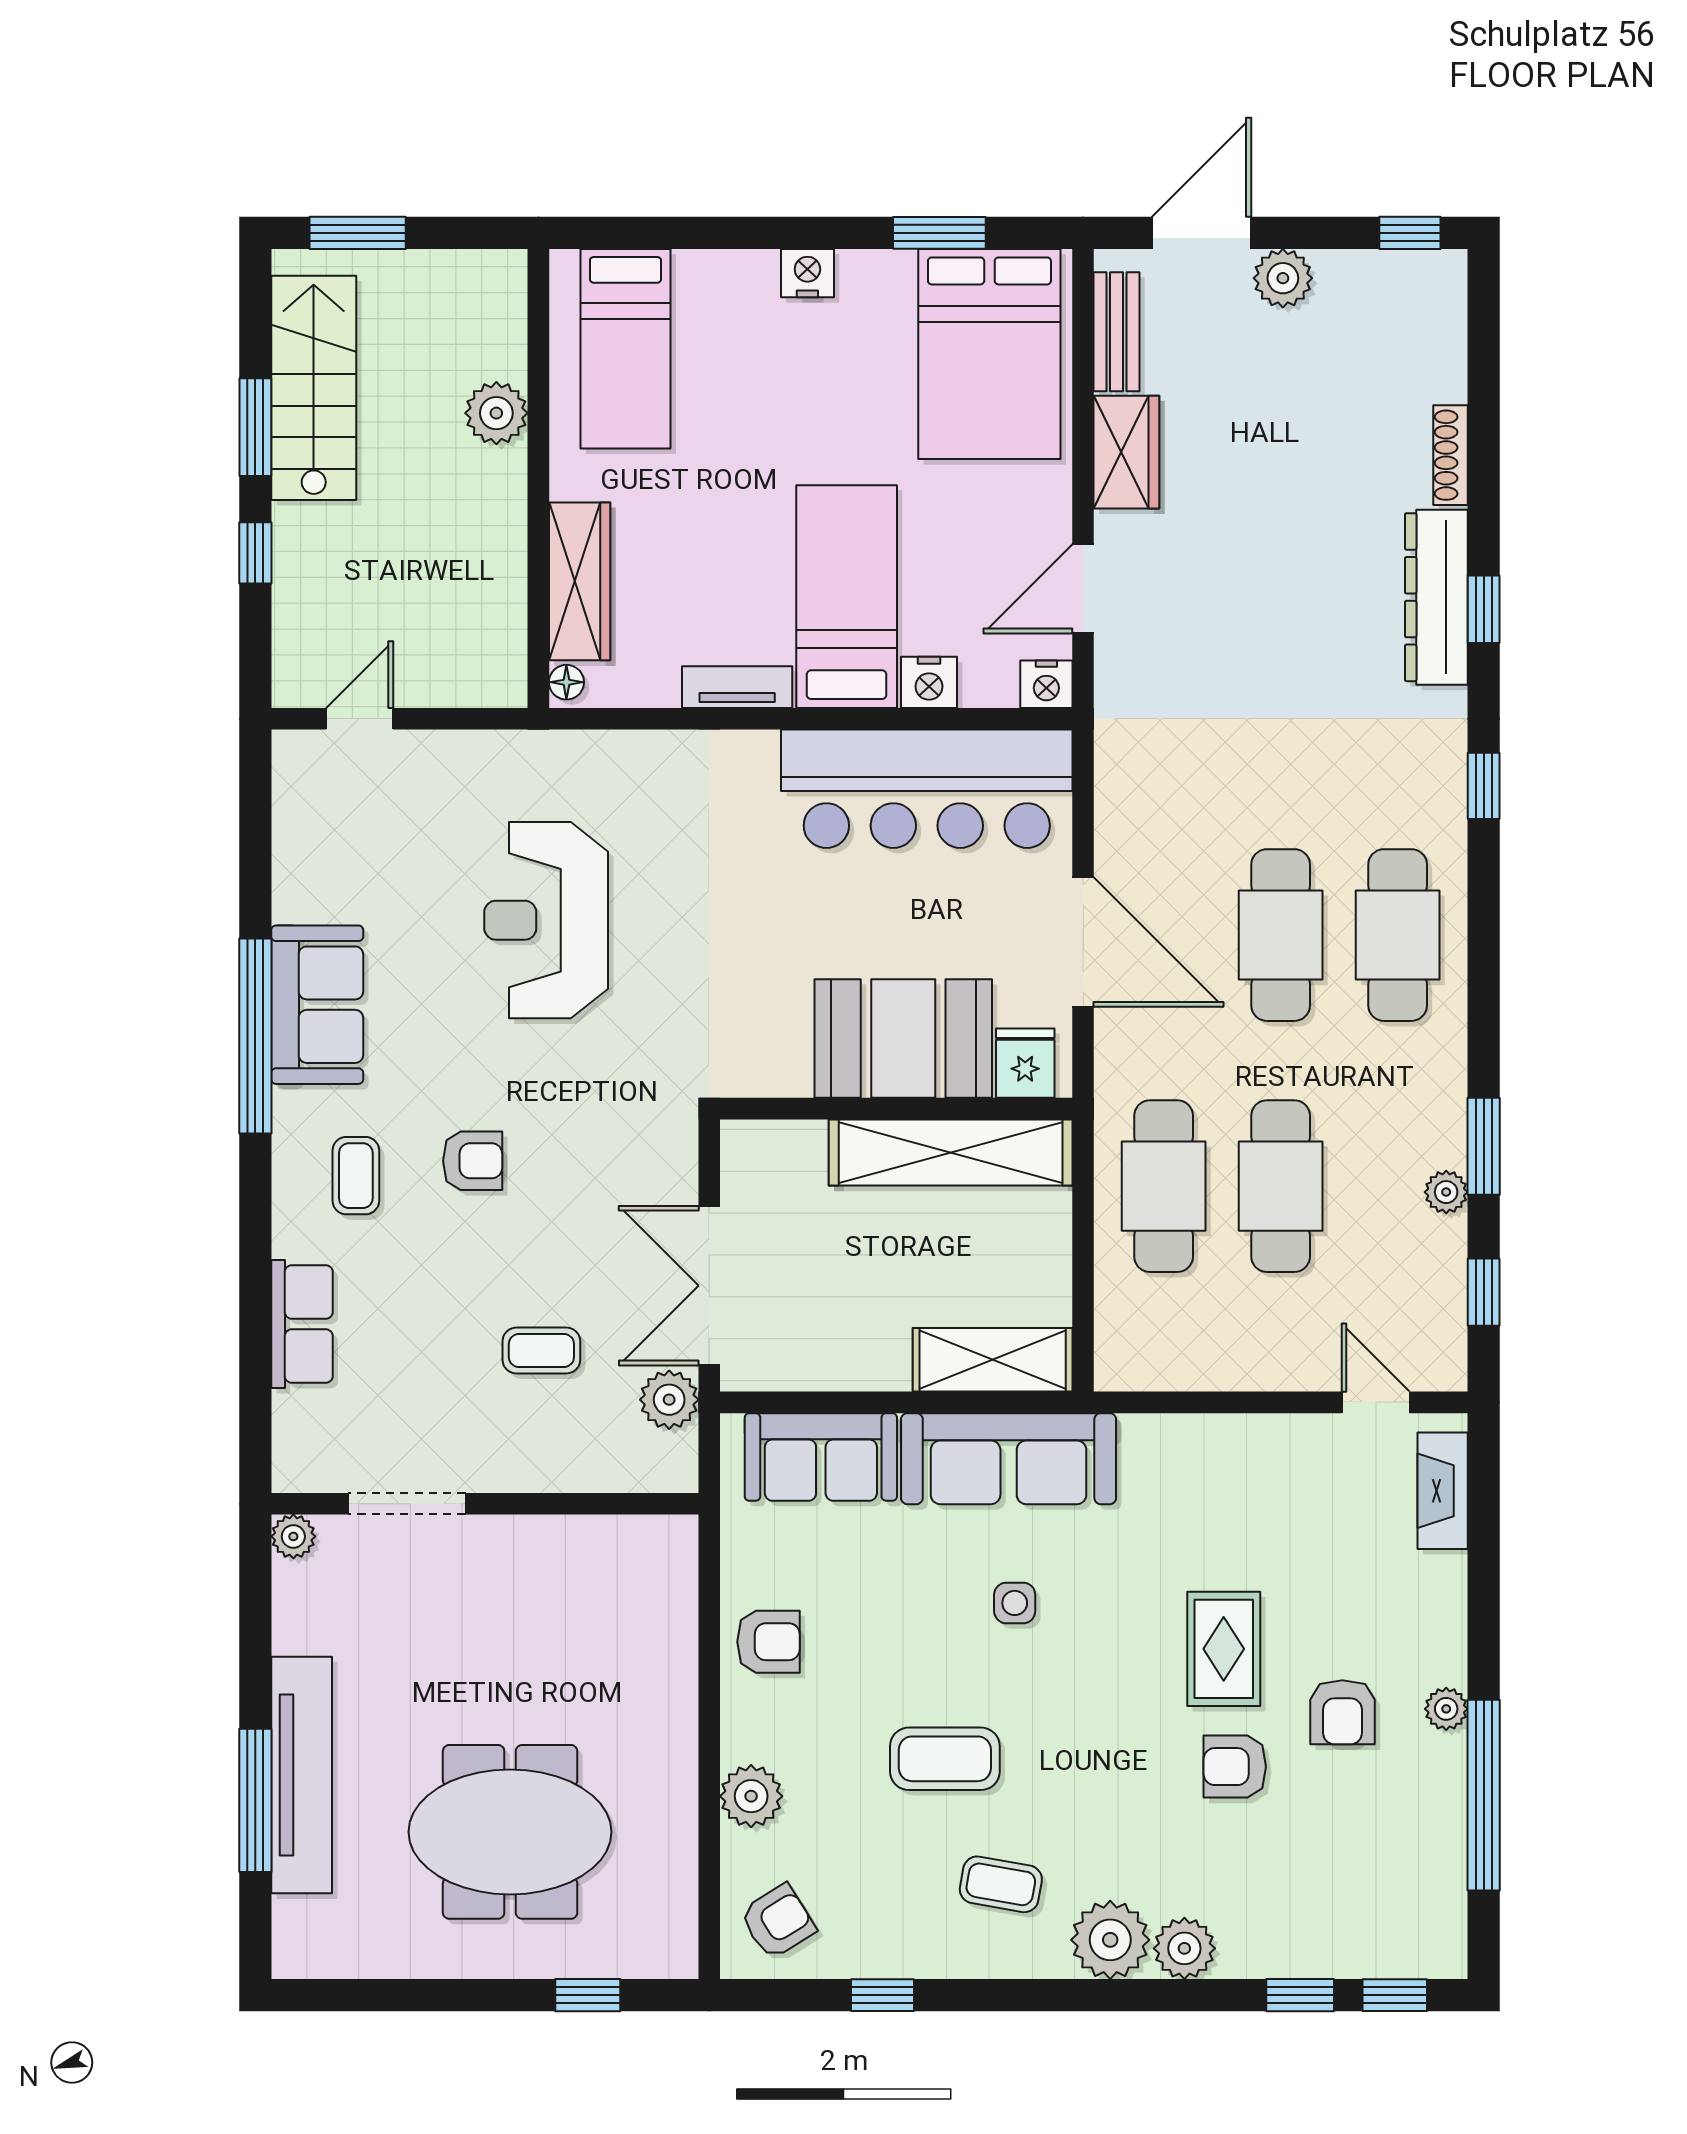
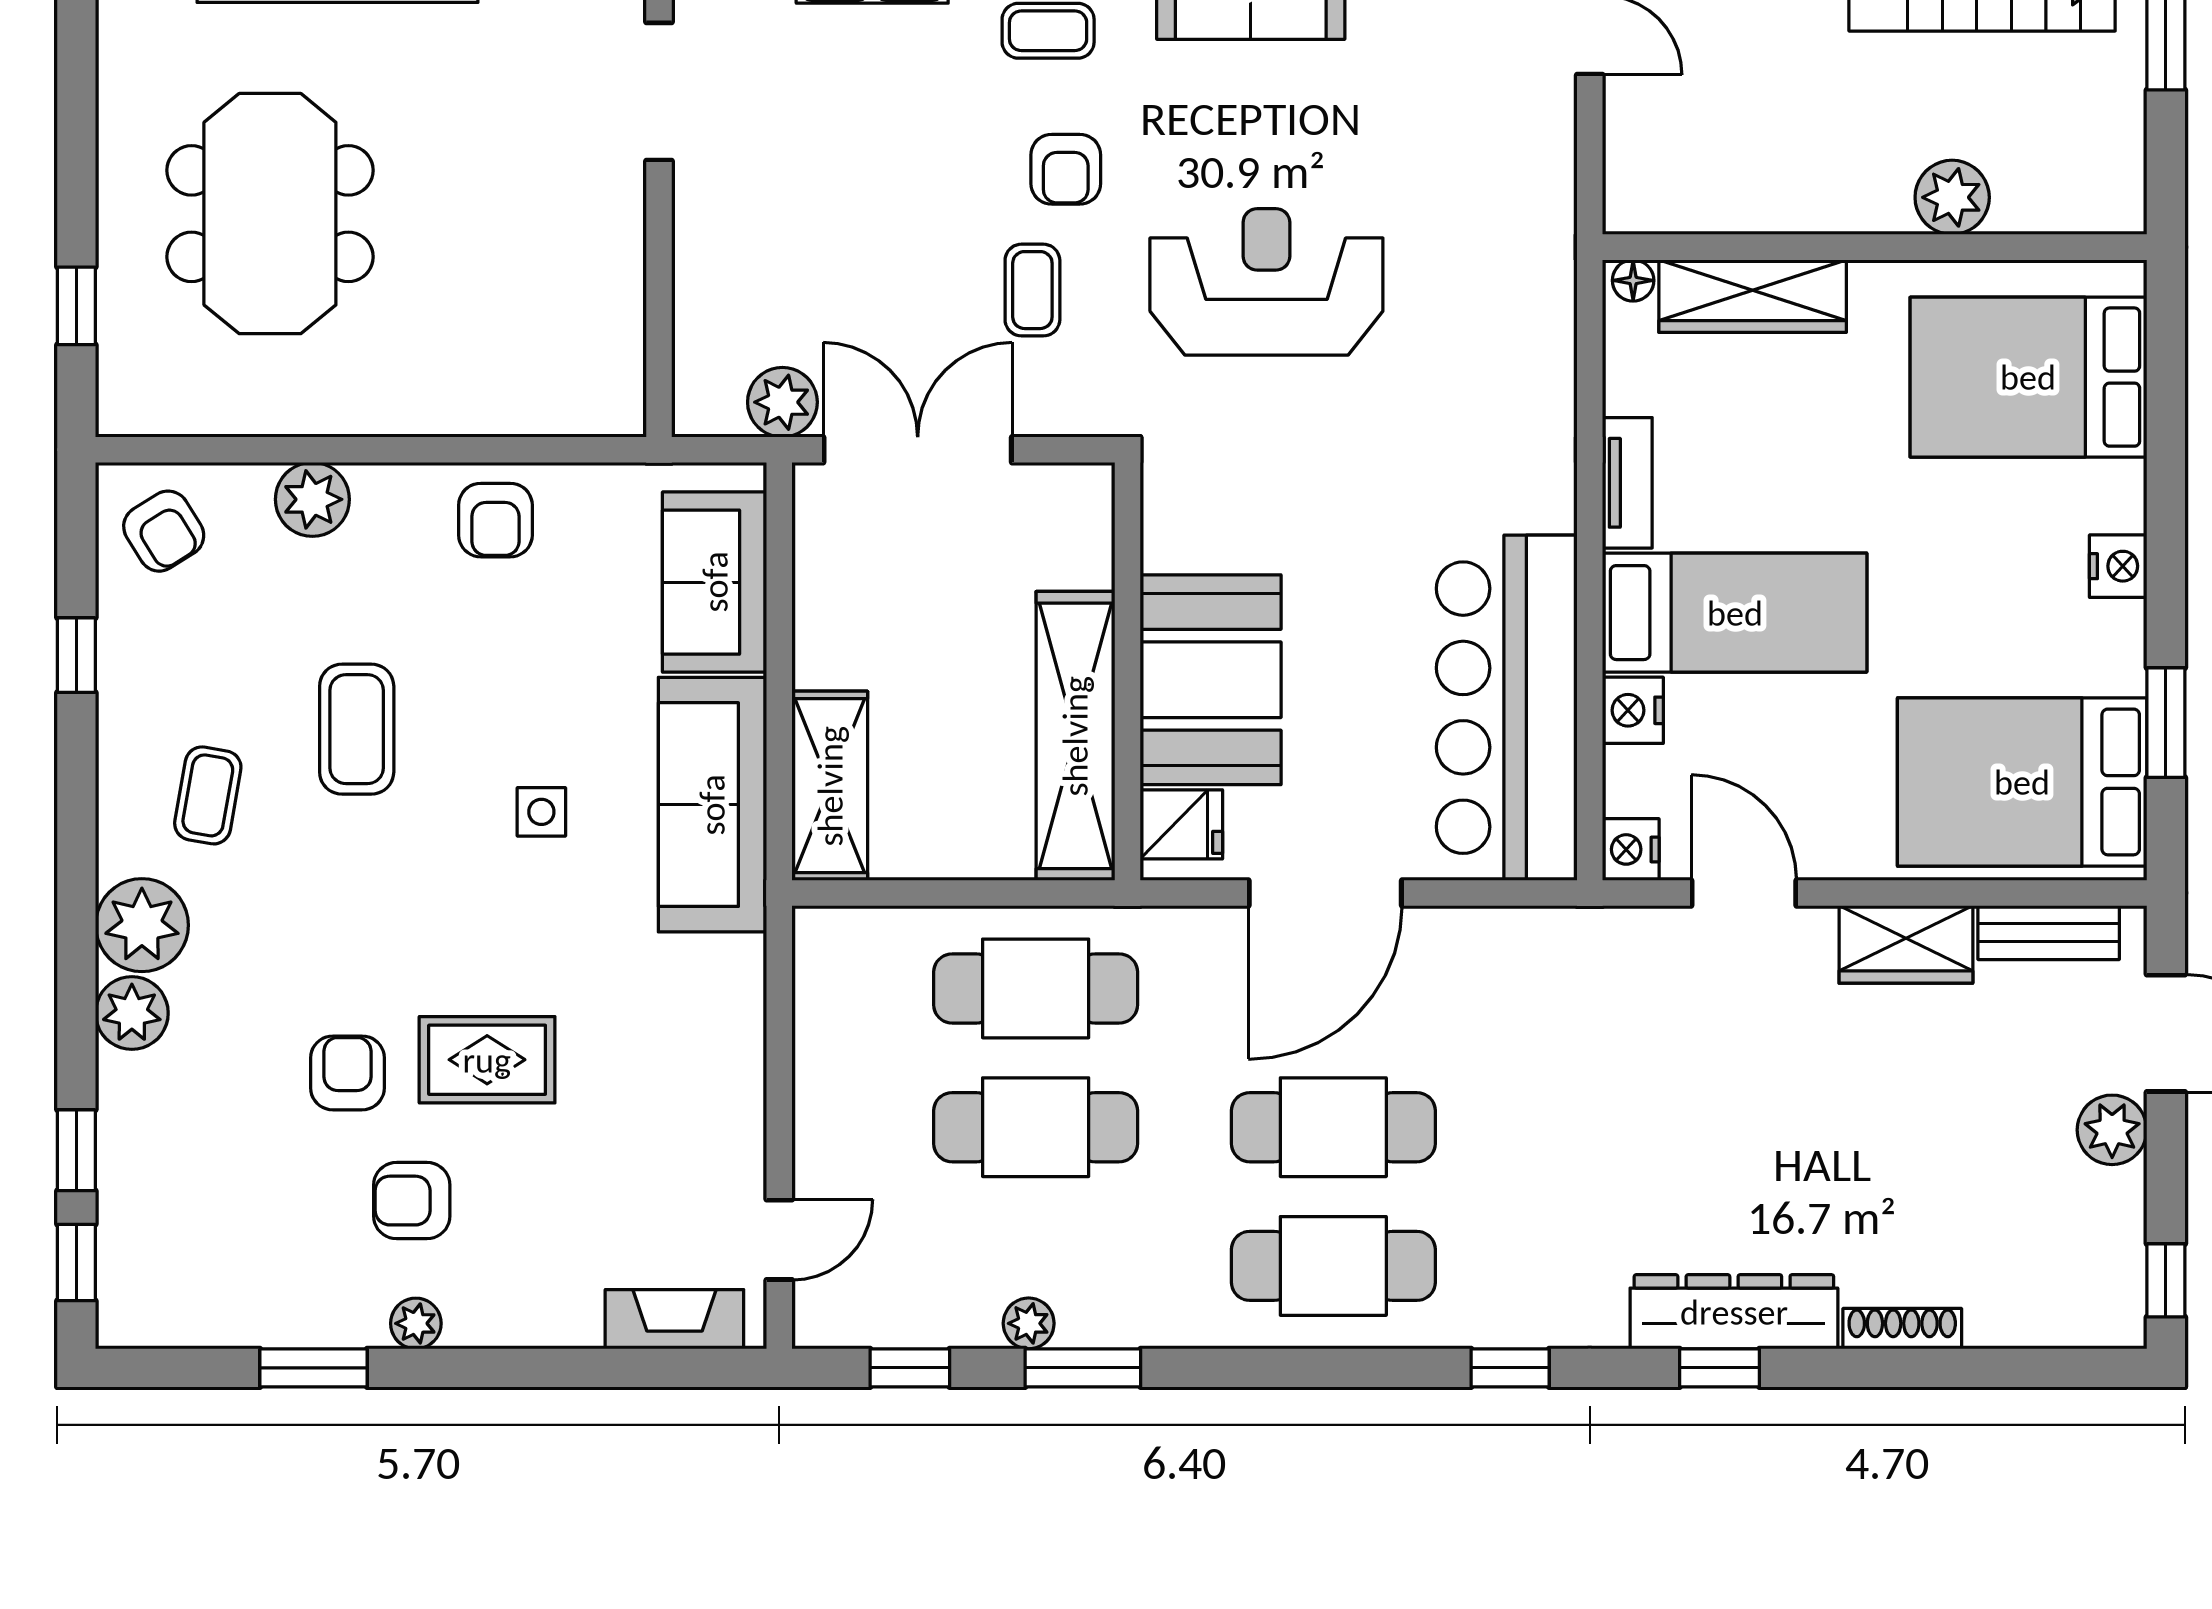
bed: (625, 349) -> (2028, 377), width x1.50
reception desk: (546, 920) -> (1266, 282), moved
coffee table: (541, 1351) -> (1032, 290), moved
window: (1484, 1795) -> (314, 1368), width x0.47

